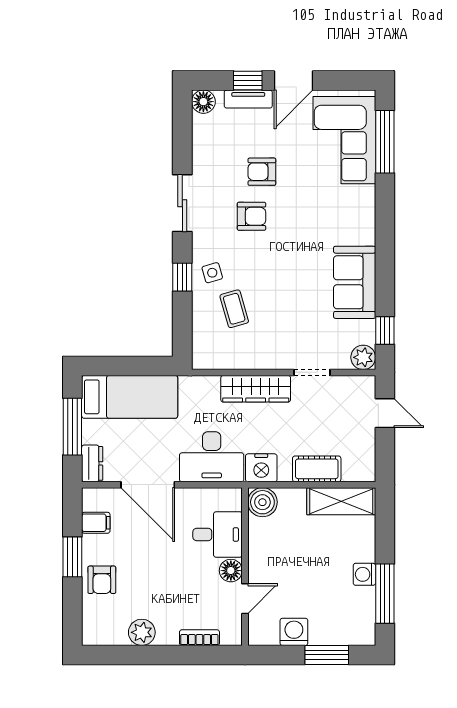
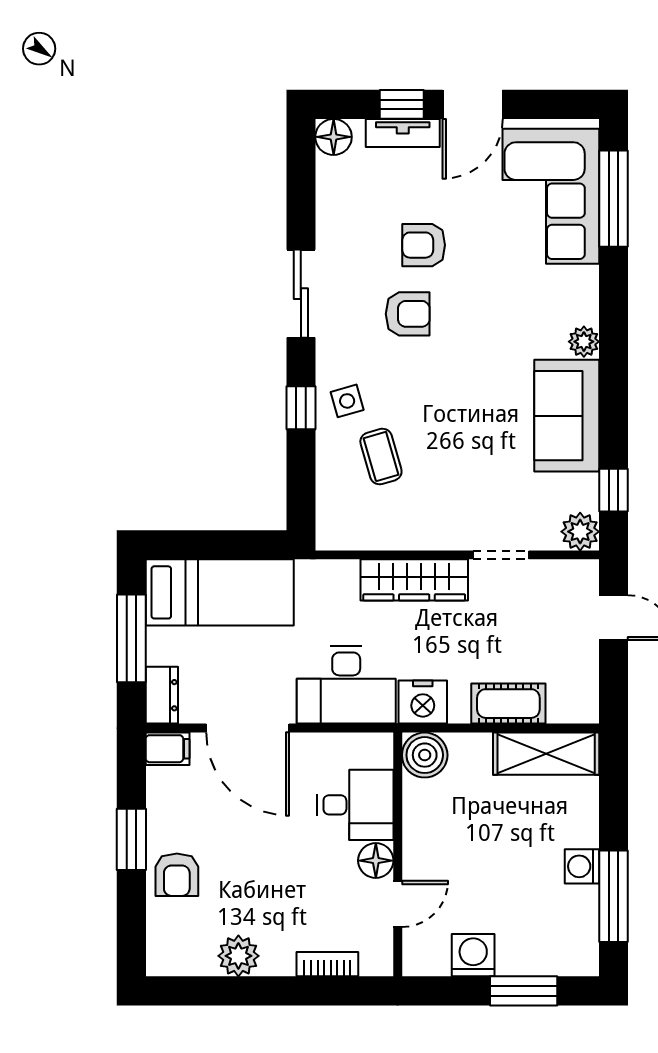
plant: (366, 234) -> (584, 342), added
filing cabinet: (96, 523) -> (168, 749), moved

